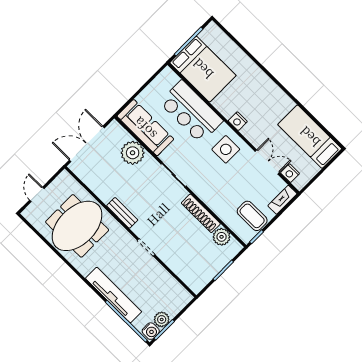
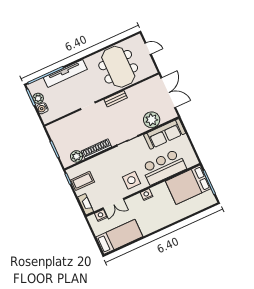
water cooler: (151, 331) -> (42, 108), moved

